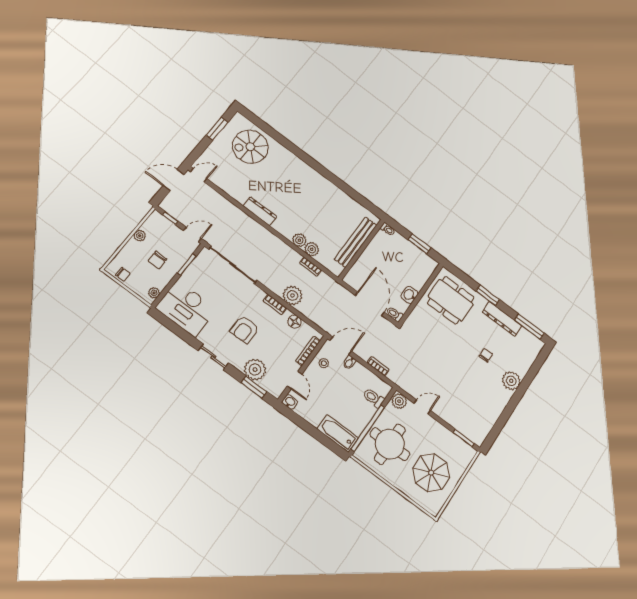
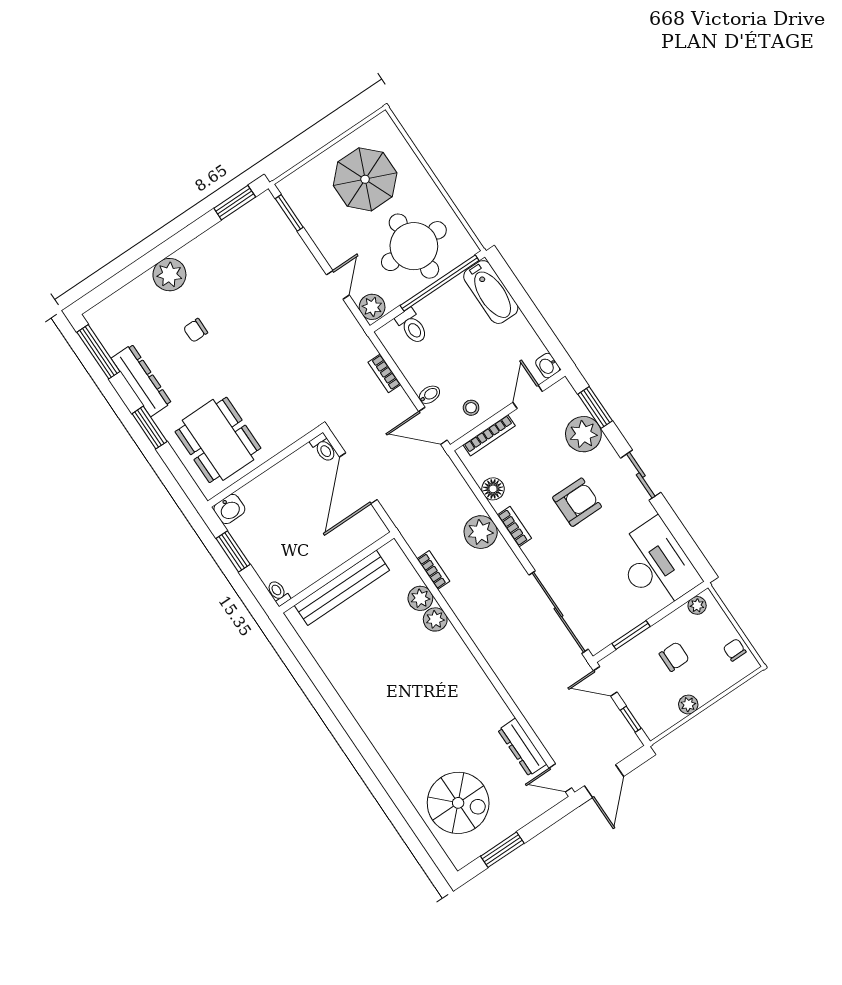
door: (174, 180) -> (604, 781), hinge flipped
dresser: (260, 211) -> (522, 747), moved
washbasin: (410, 295) -> (229, 509), moved
door: (422, 407) -> (338, 285), swing flipped
window: (494, 433) -> (235, 203), added

